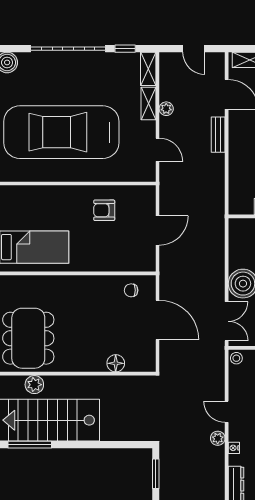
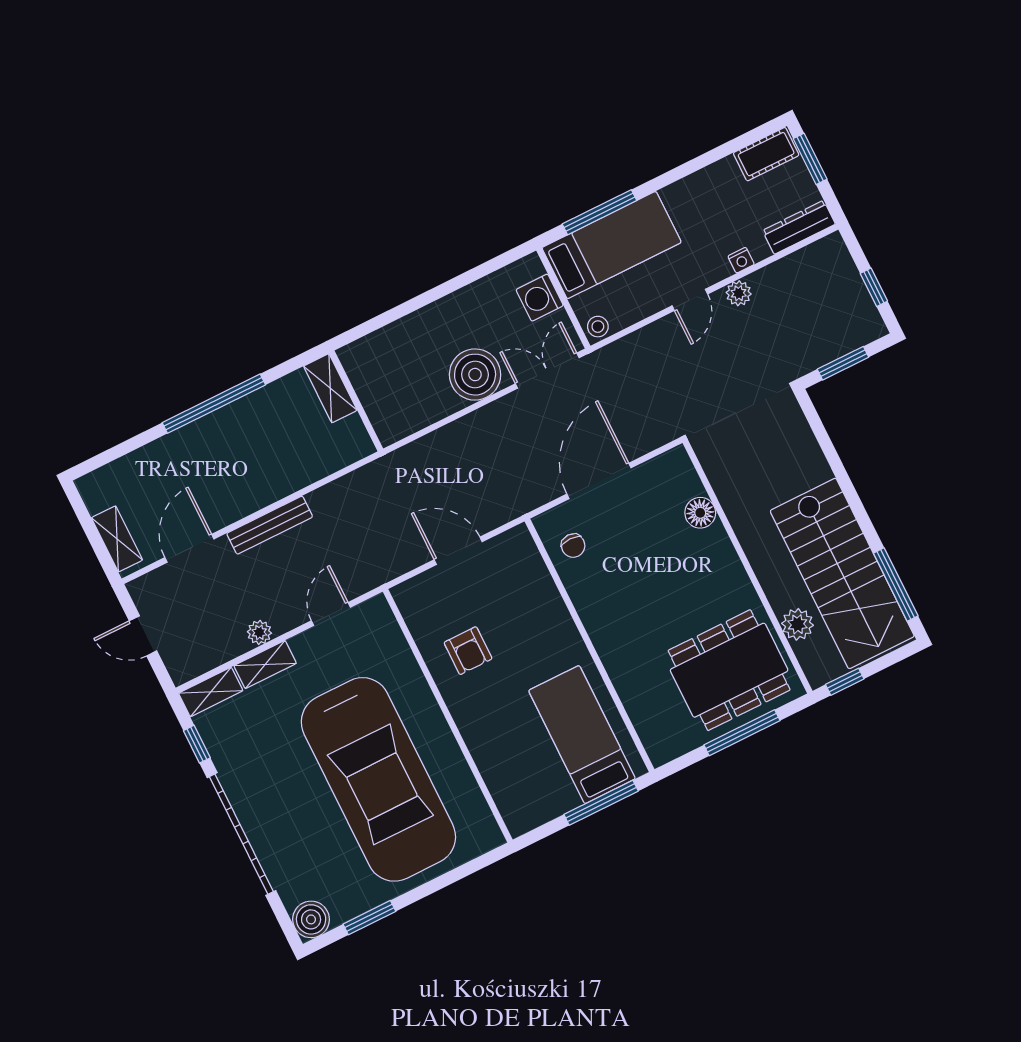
door: (194, 49) -> (143, 636), swing flipped
bench: (218, 135) -> (270, 525), width x1.36

